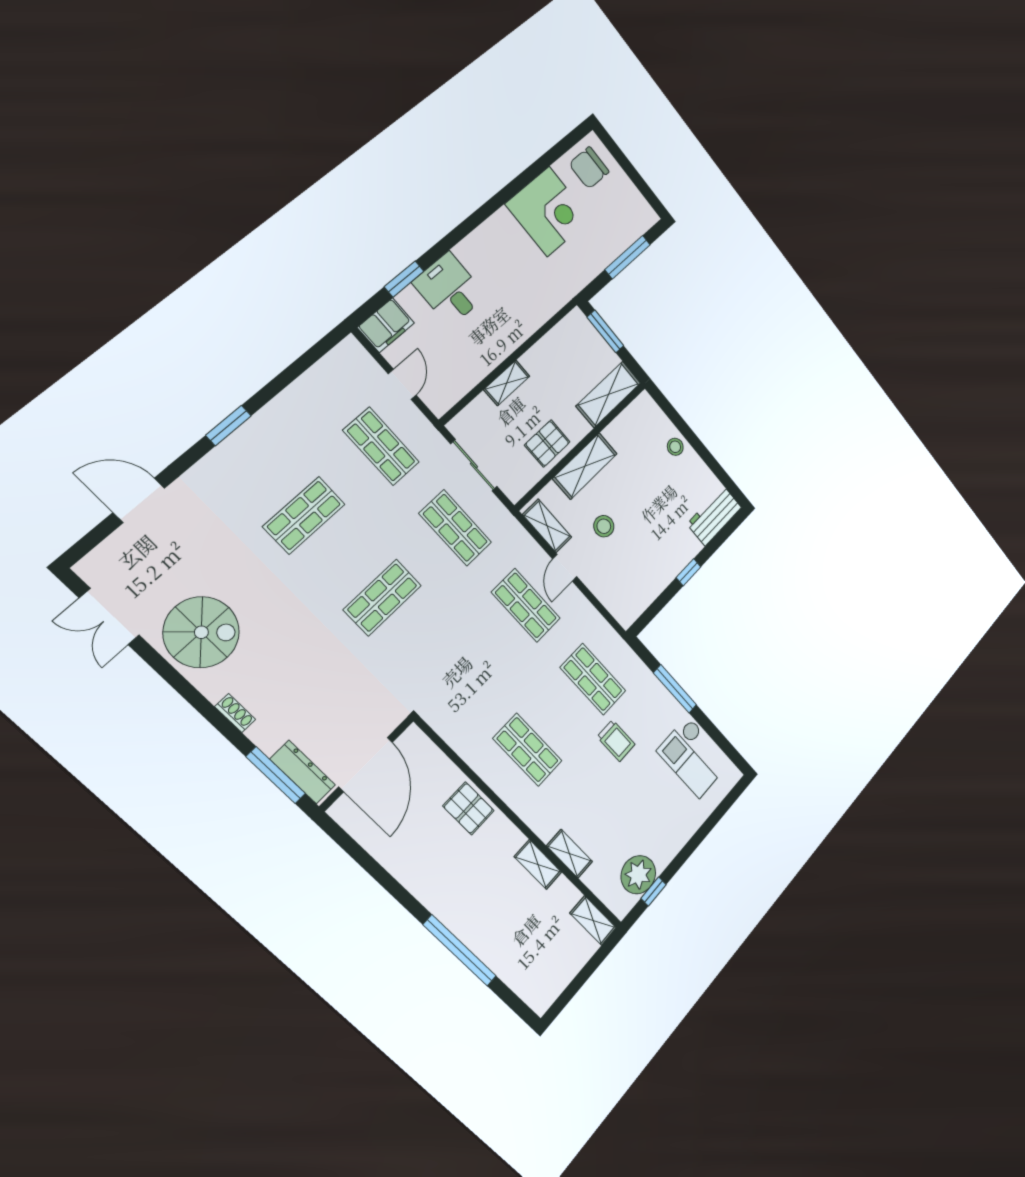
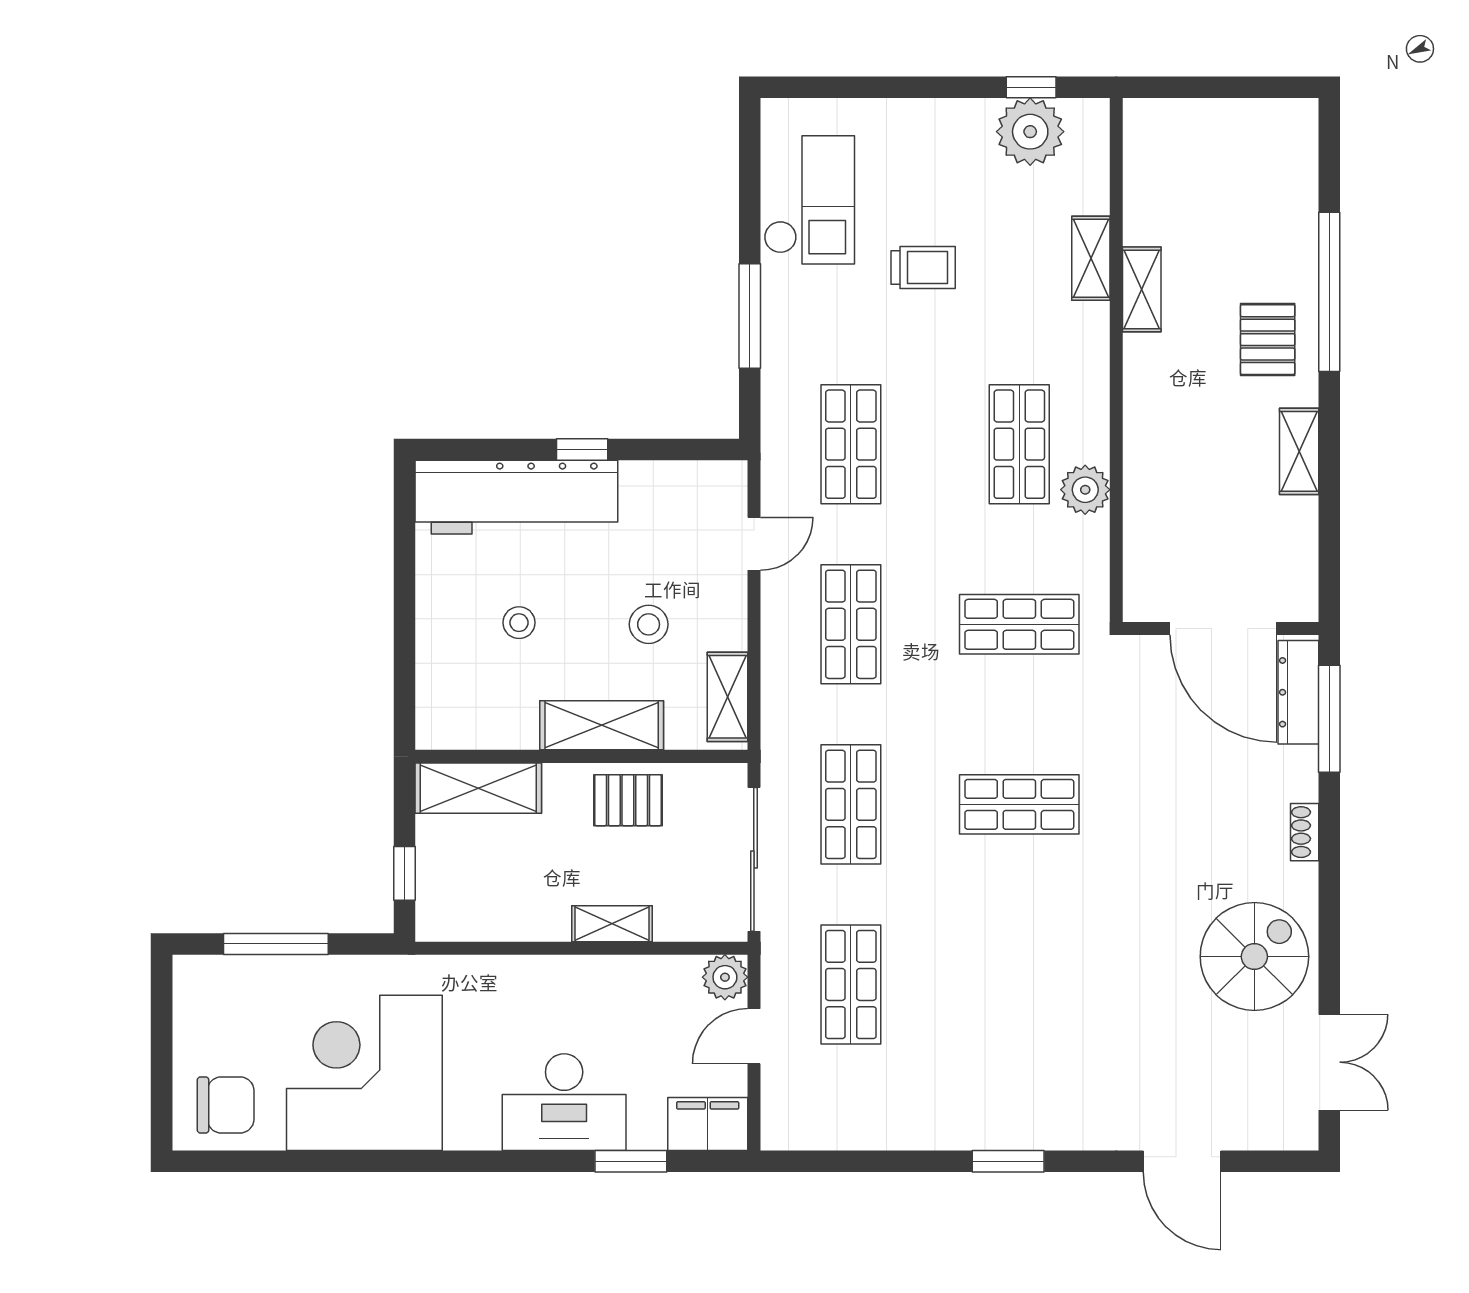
corner desk: (548, 212) -> (364, 1073), width x1.36, depth x1.36
desk: (450, 289) -> (564, 1102), width x1.37
window: (605, 331) -> (405, 873), width x0.67
plant: (439, 401) -> (725, 977), added
stool: (675, 447) -> (519, 623), moved
sliding door: (474, 465) -> (754, 859), width x1.37
shop shelf: (304, 515) -> (1019, 624), moved
workbench: (714, 516) -> (516, 497), width x1.88, depth x1.32
door: (565, 568) -> (754, 544), moved
spiral stairs: (201, 632) -> (1254, 957), turned 90
trolley: (616, 741) -> (923, 267), moved, turned 90
plant: (483, 760) -> (1085, 490), added
door: (366, 764) -> (1223, 629), swing flipped
pallet: (468, 808) -> (1268, 340), moved
shelving: (593, 921) -> (1299, 451), moved

